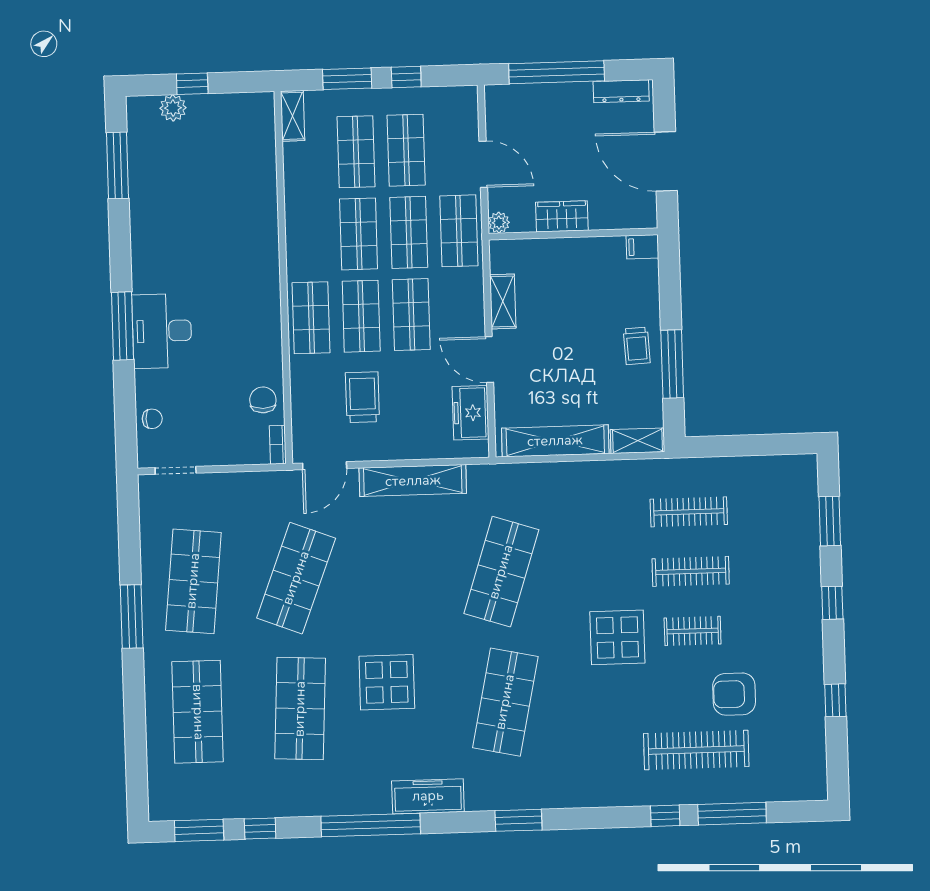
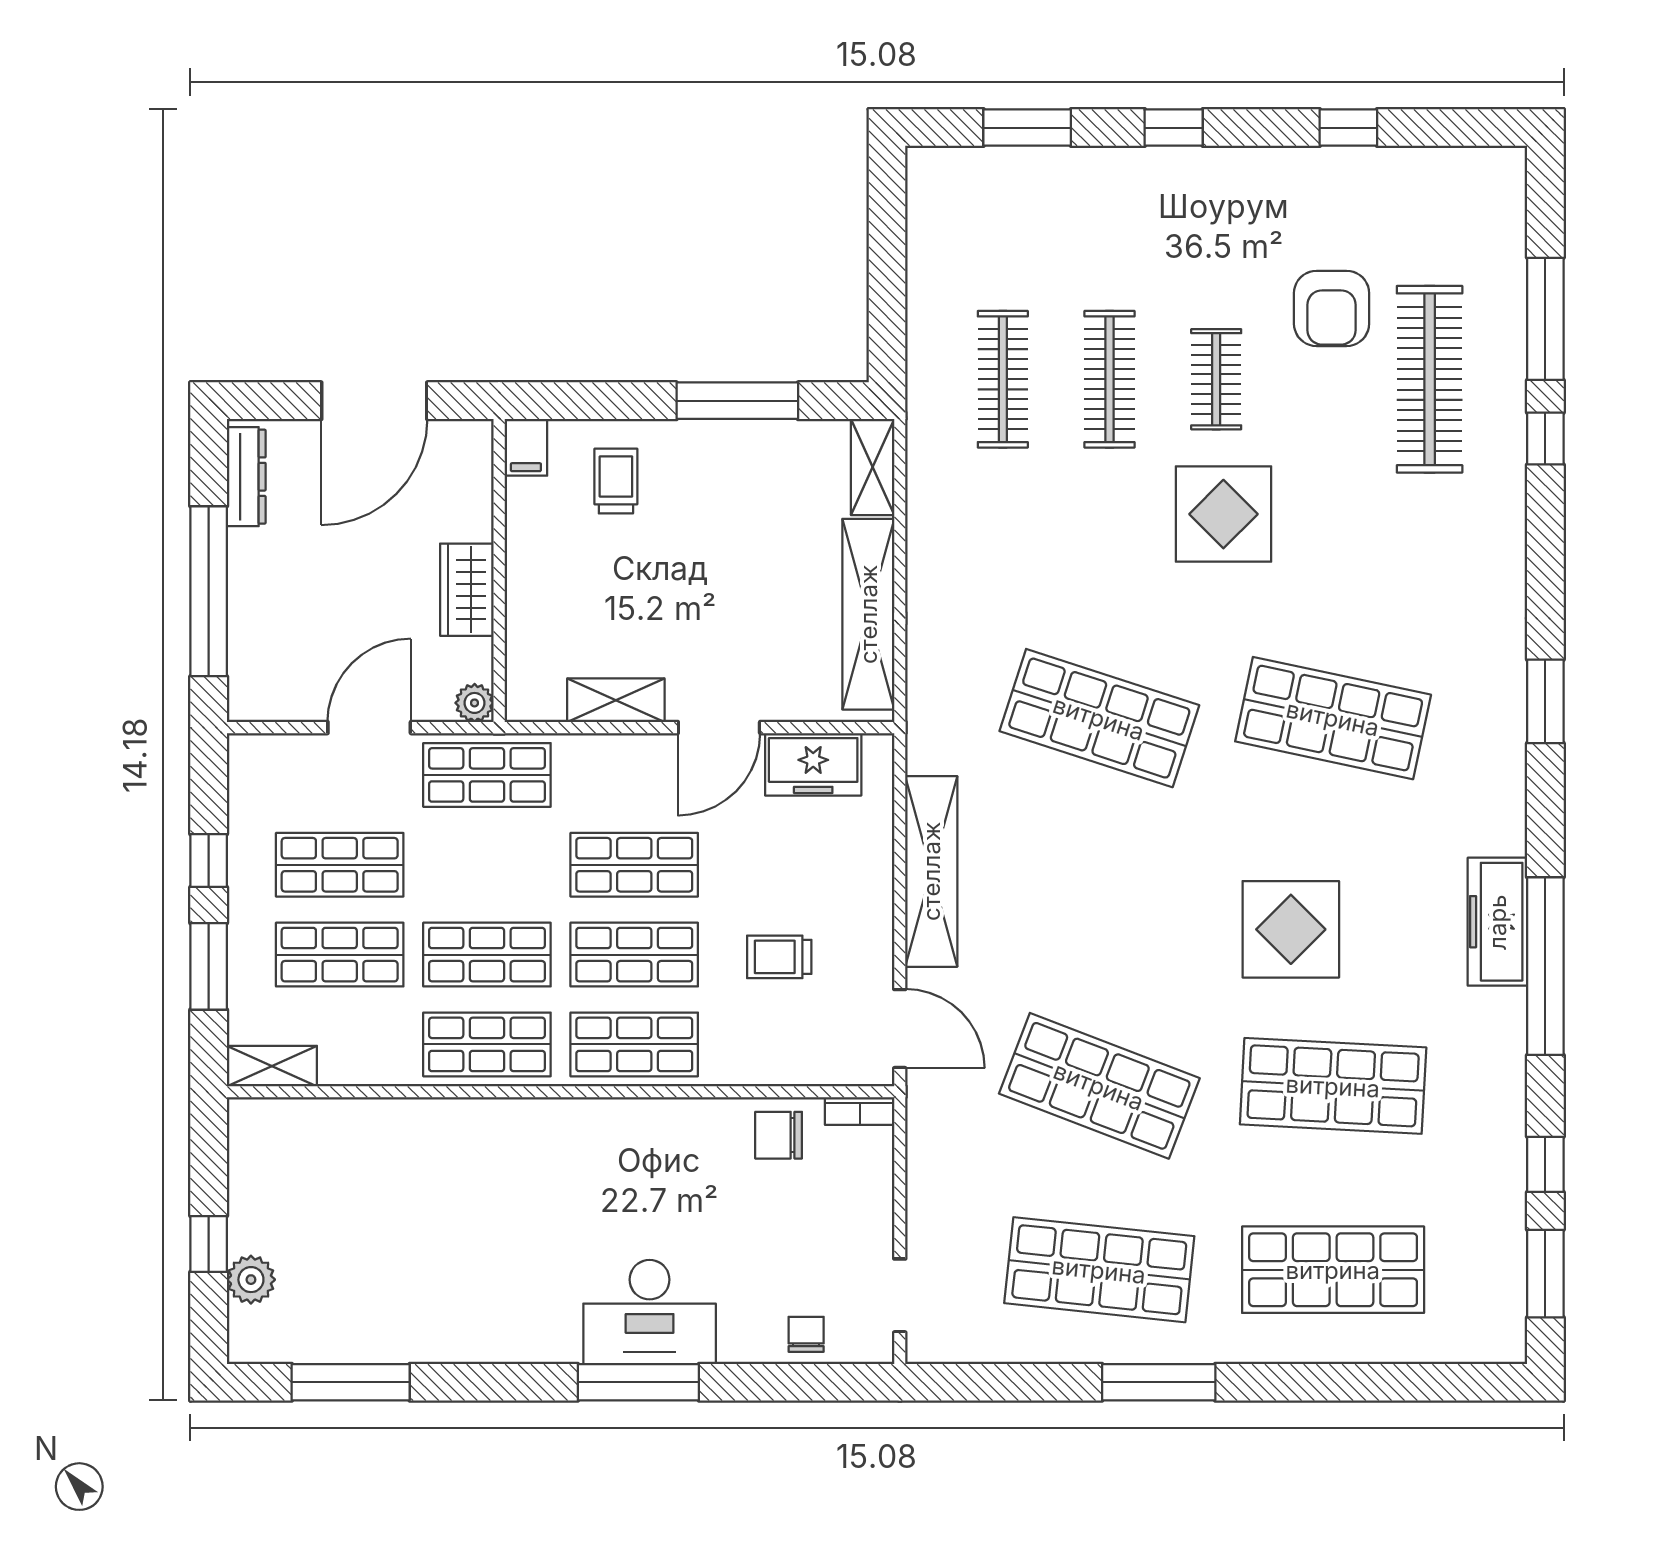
shop shelf: (409, 232) -> (487, 1044), moved
trolley: (637, 346) -> (616, 481), moved, turned -87
trolley: (362, 397) -> (779, 957), width x0.73, depth x0.72
freezer: (428, 796) -> (1497, 922), moved

